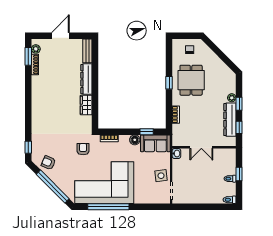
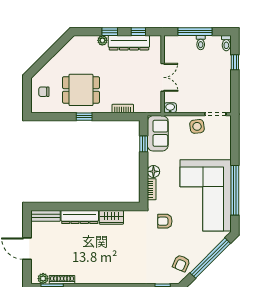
floor lamp: (135, 140) -> (153, 171), moved
window: (239, 174) -> (195, 32), width x2.17
window: (214, 207) -> (235, 62), added

